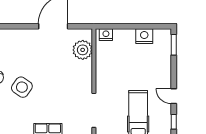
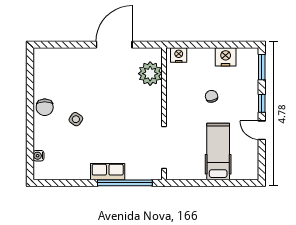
chair: (133, 68) -> (212, 96), added
side table: (22, 87) -> (76, 119), width x0.54, depth x0.54
window: (174, 122) -> (262, 103), moved

